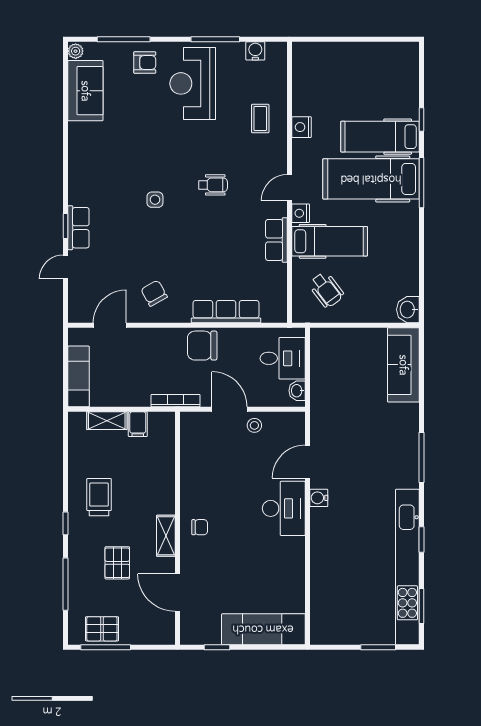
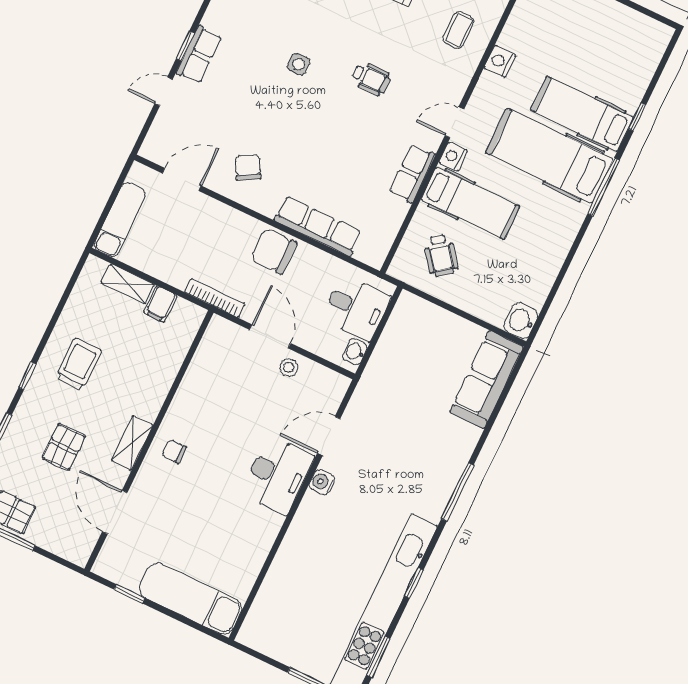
chair: (200, 527) -> (174, 451), turned 180

